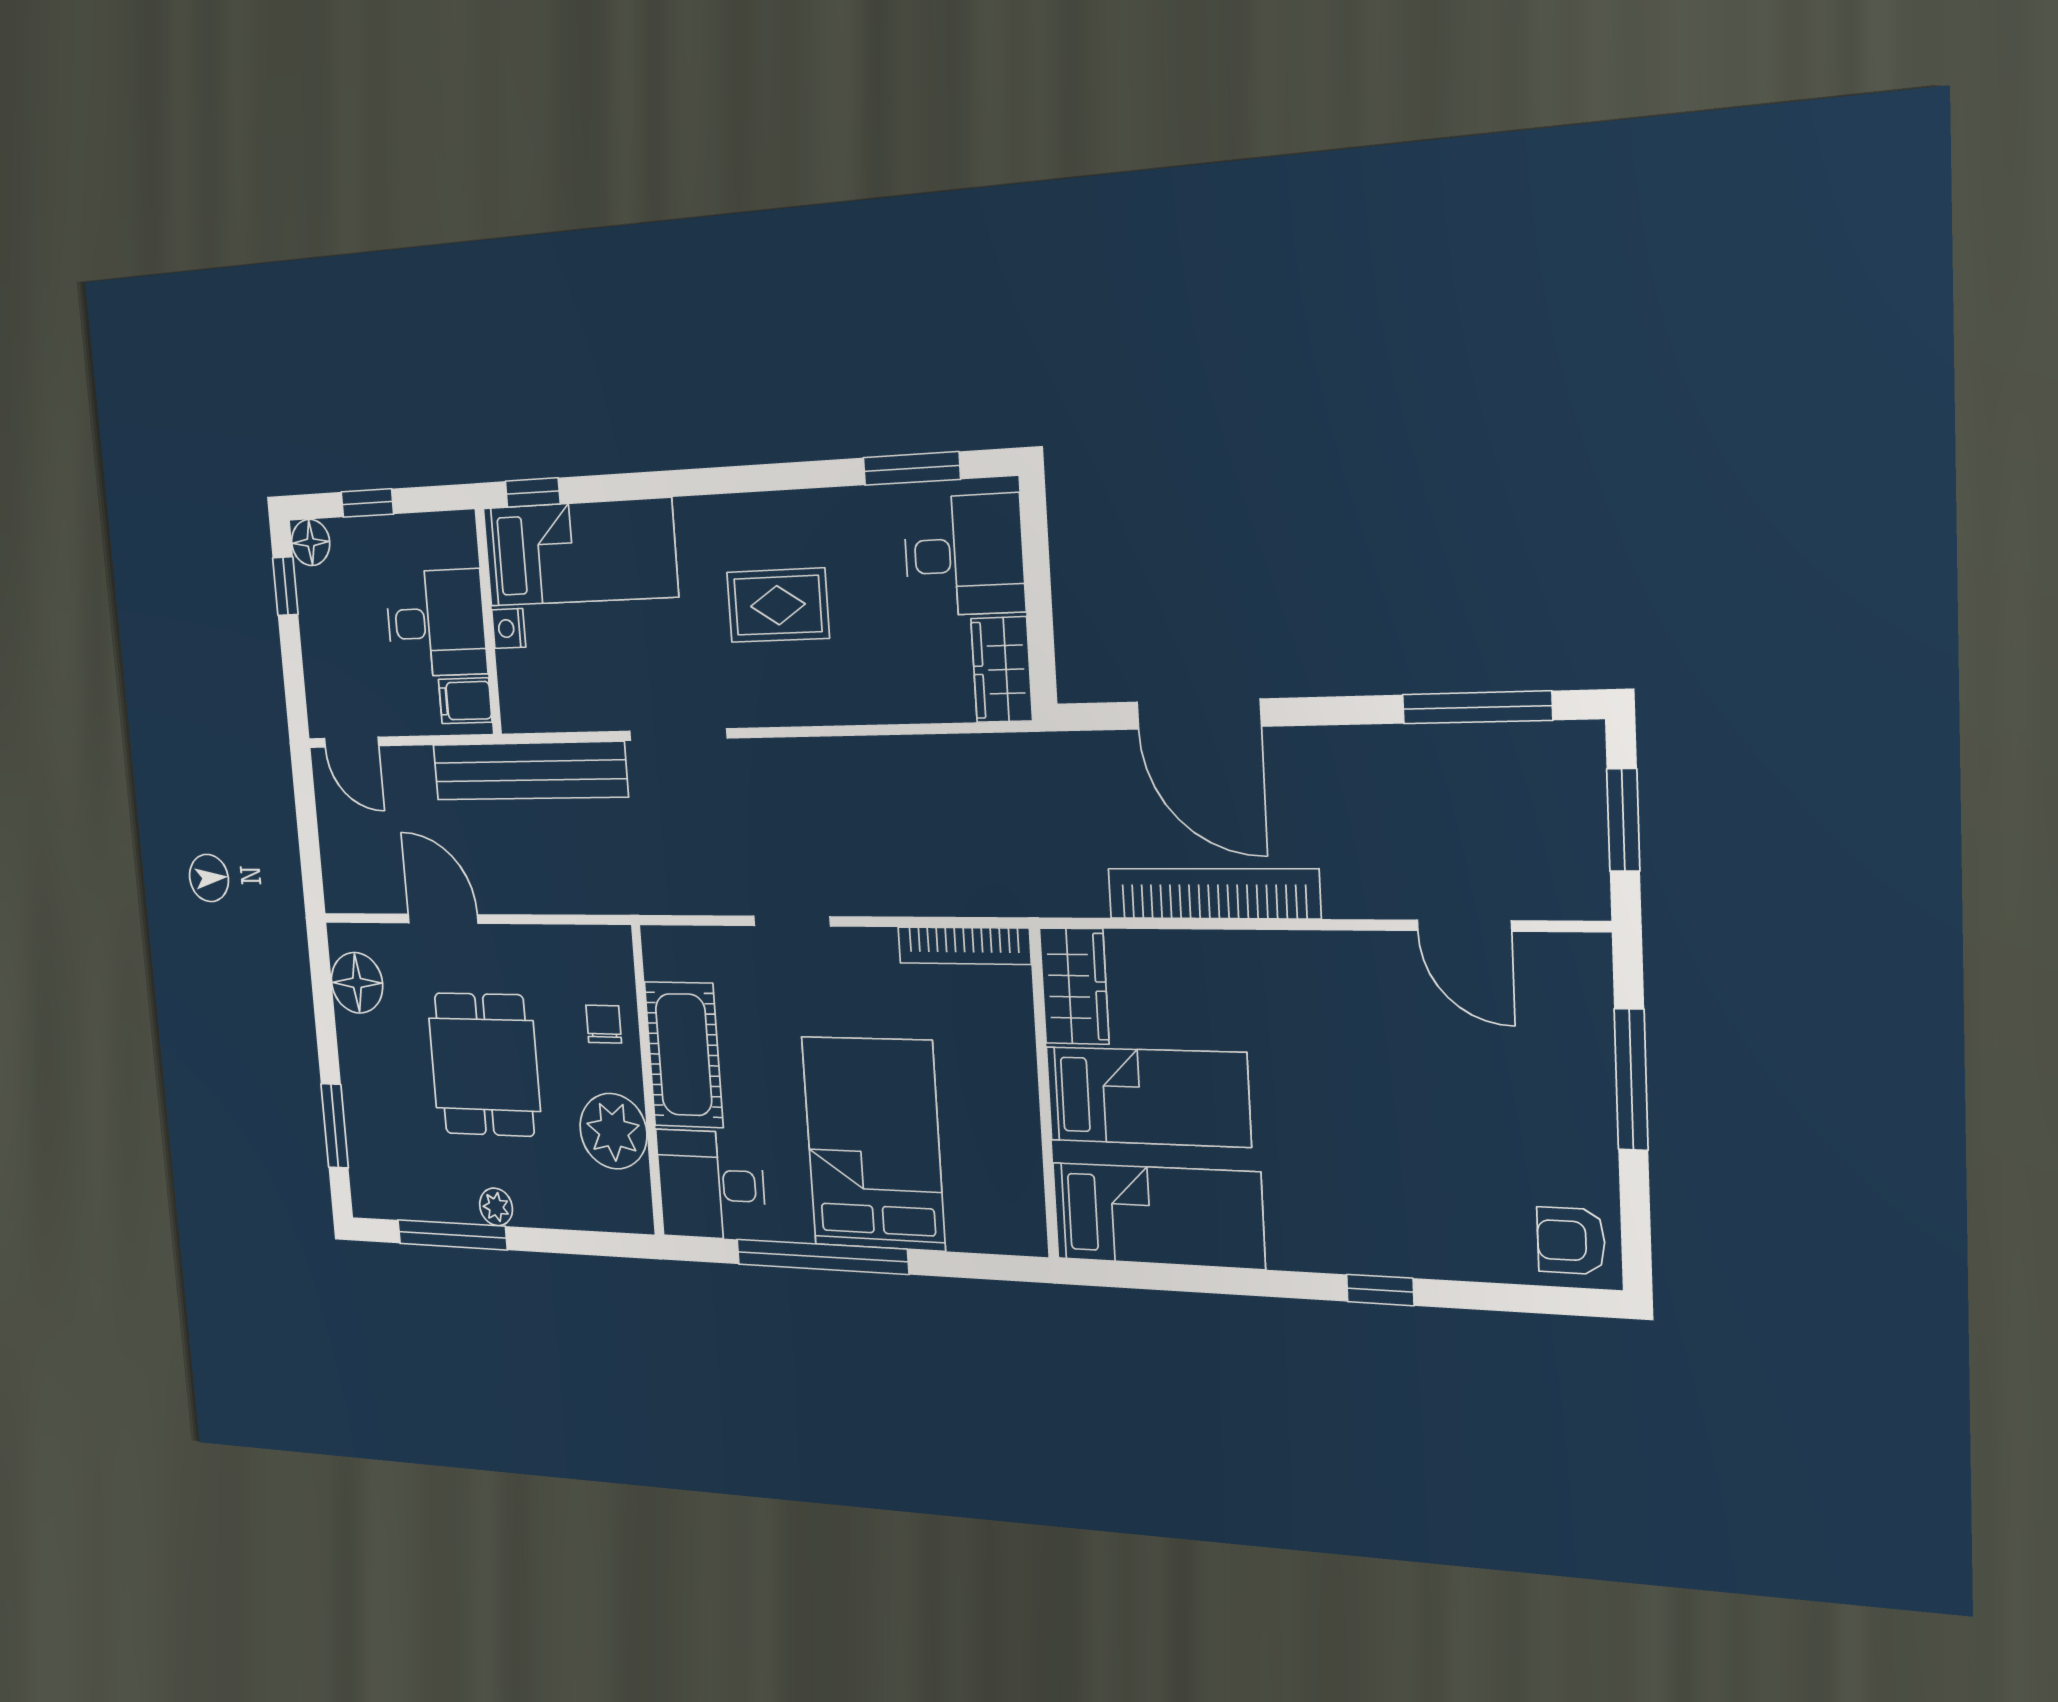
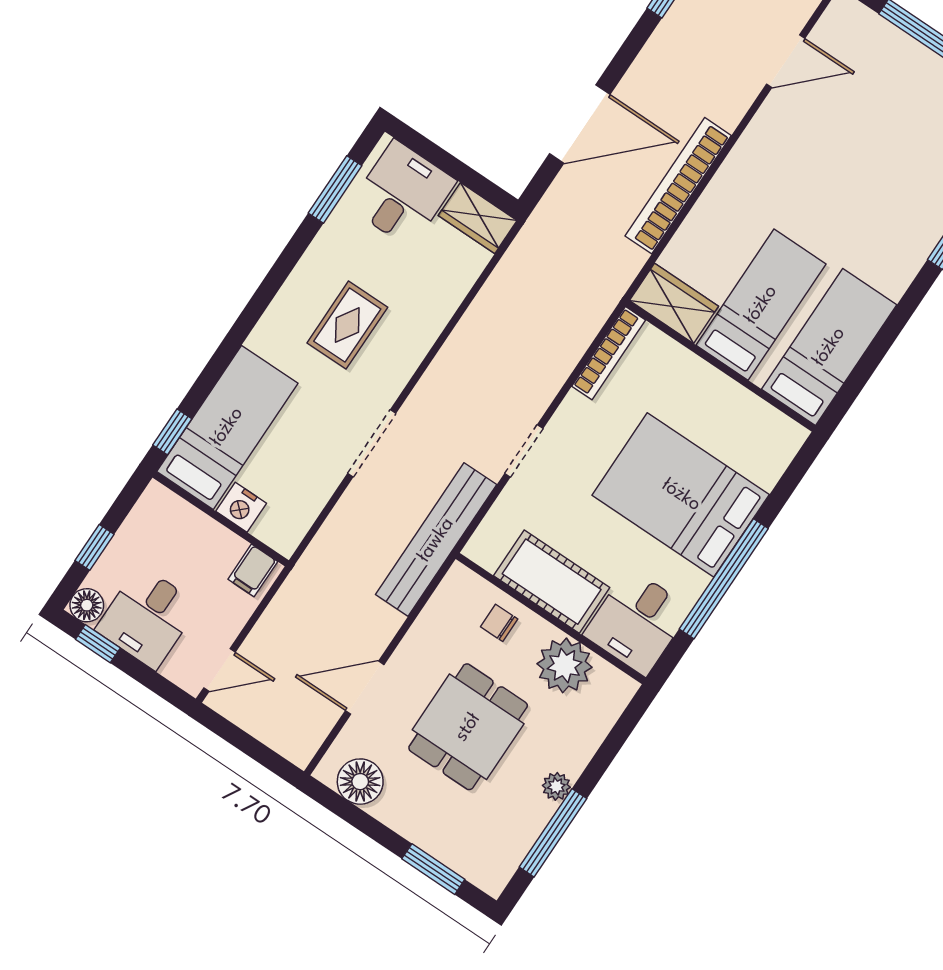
desk: (436, 623) -> (147, 617), moved, turned 180
nightstand: (509, 628) -> (241, 507), width x1.39, depth x1.35
bench: (530, 771) -> (436, 540), moved
dining table: (484, 1065) -> (468, 727), turned 90

